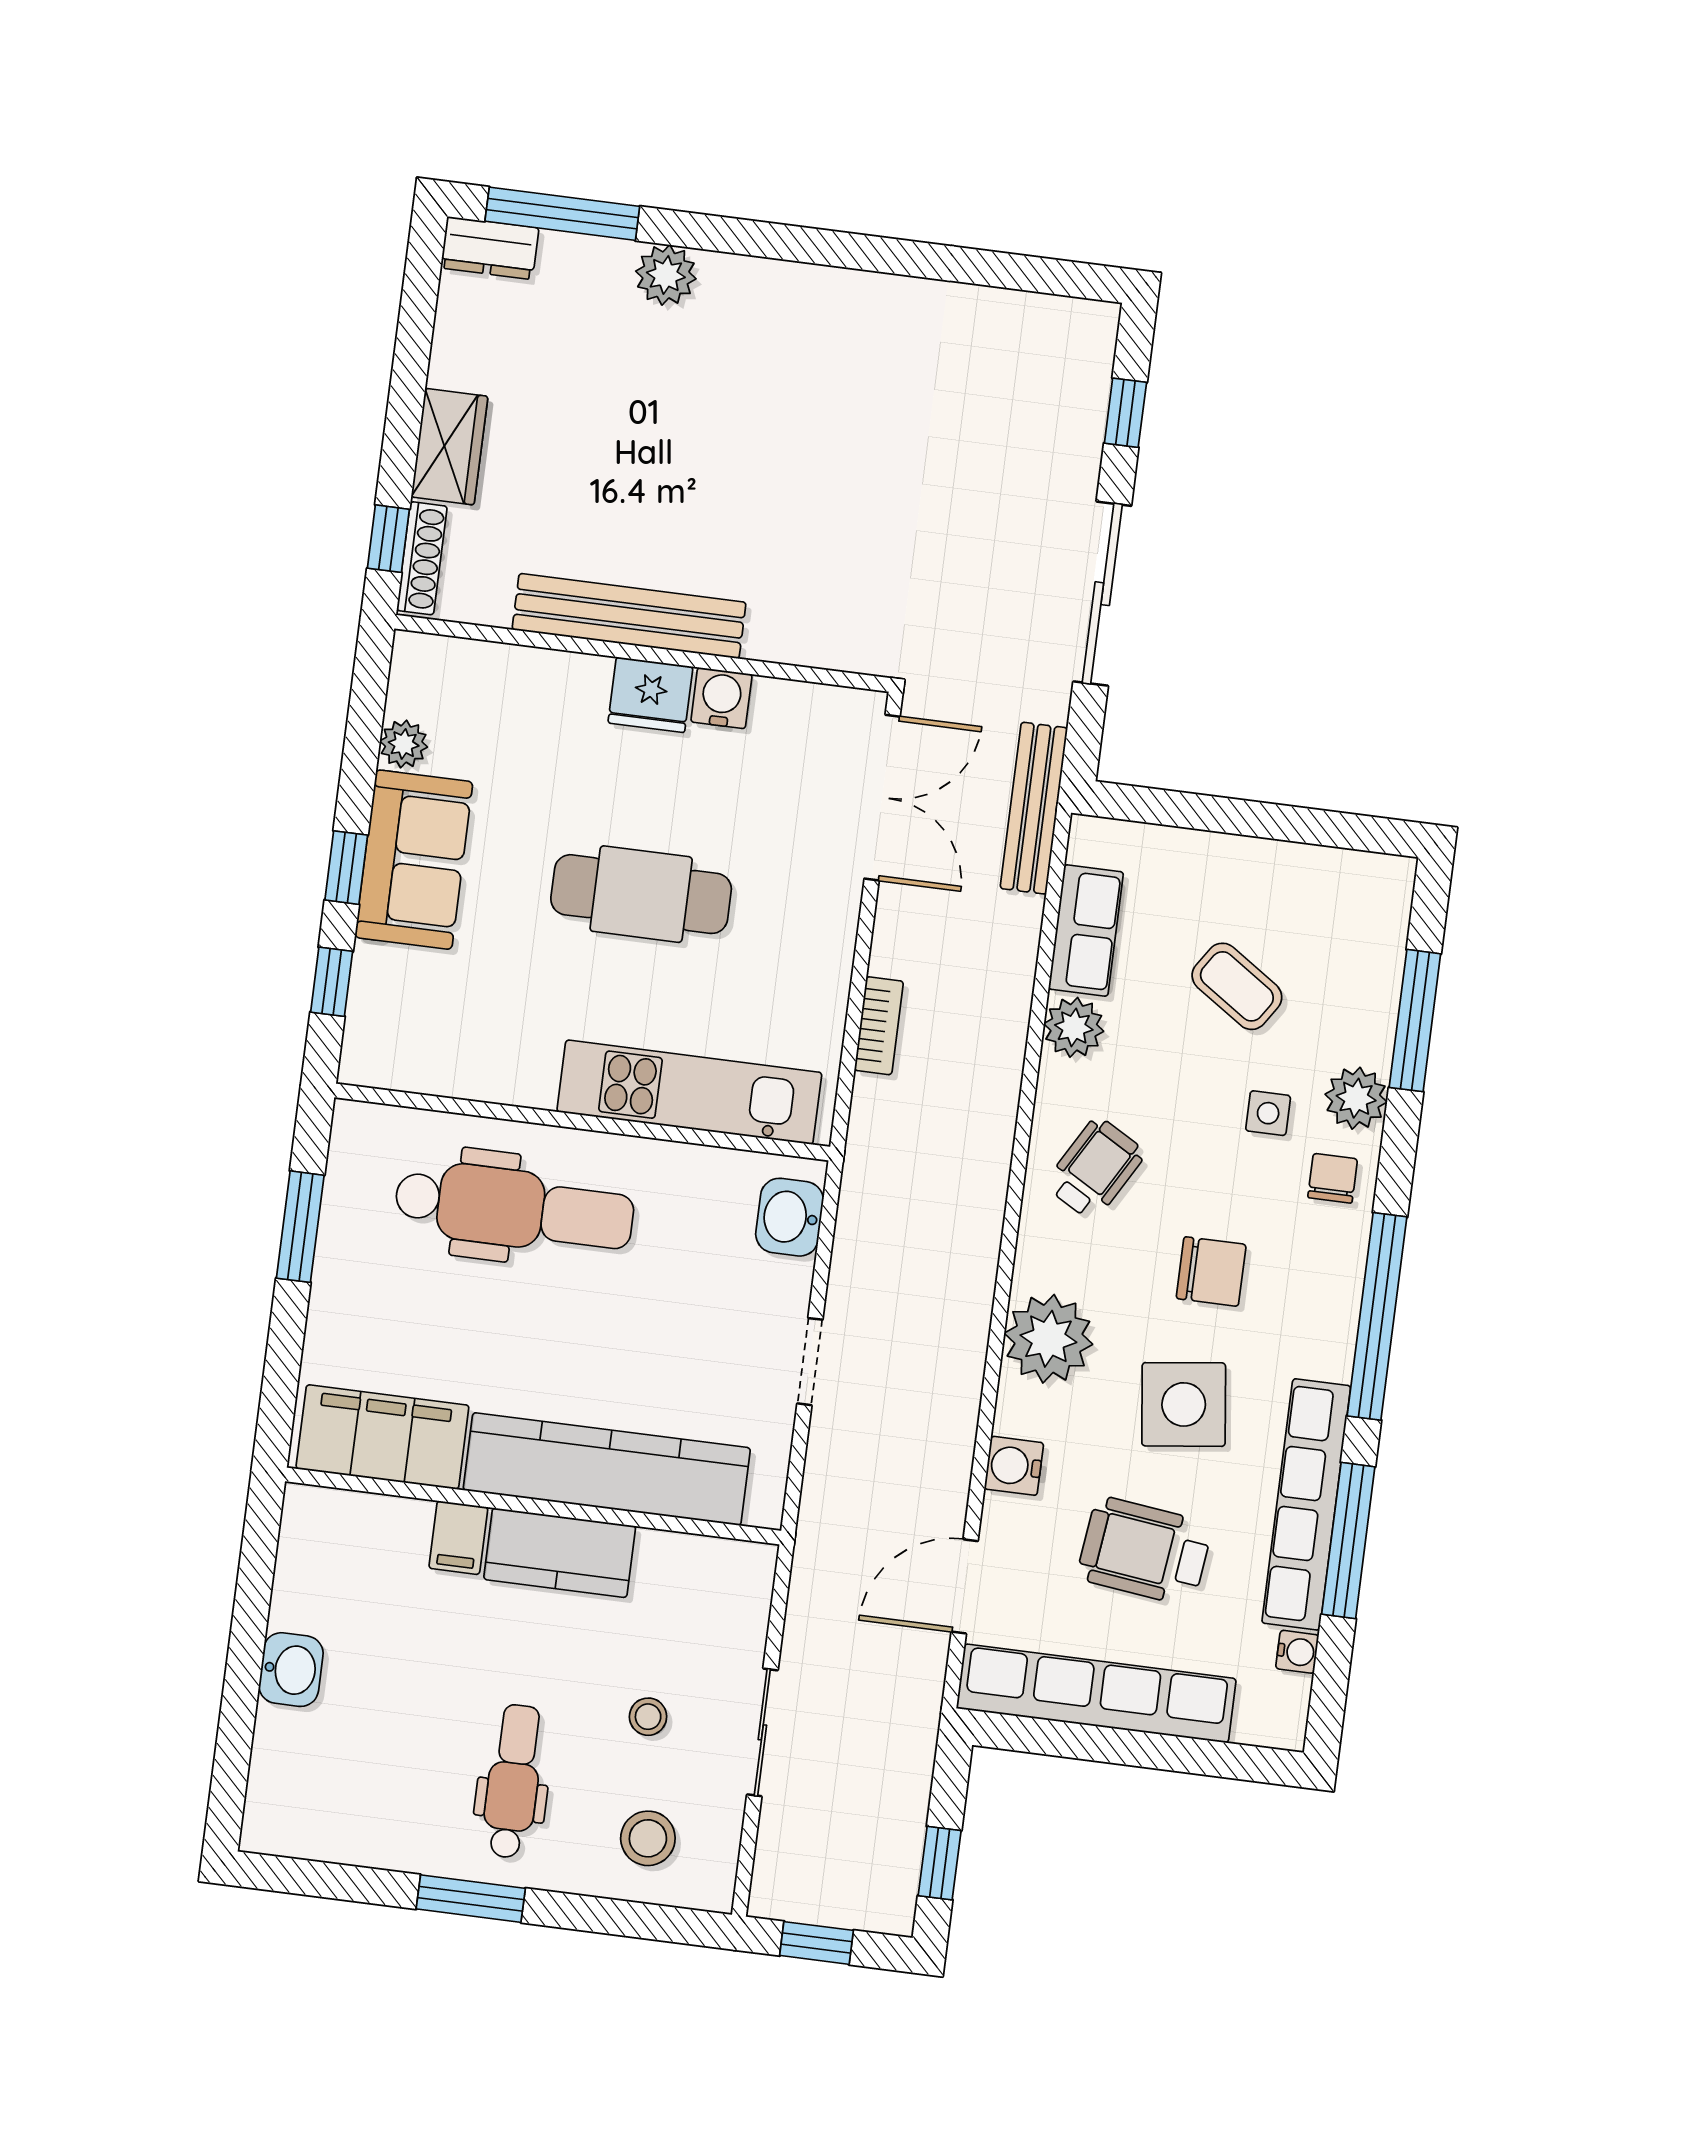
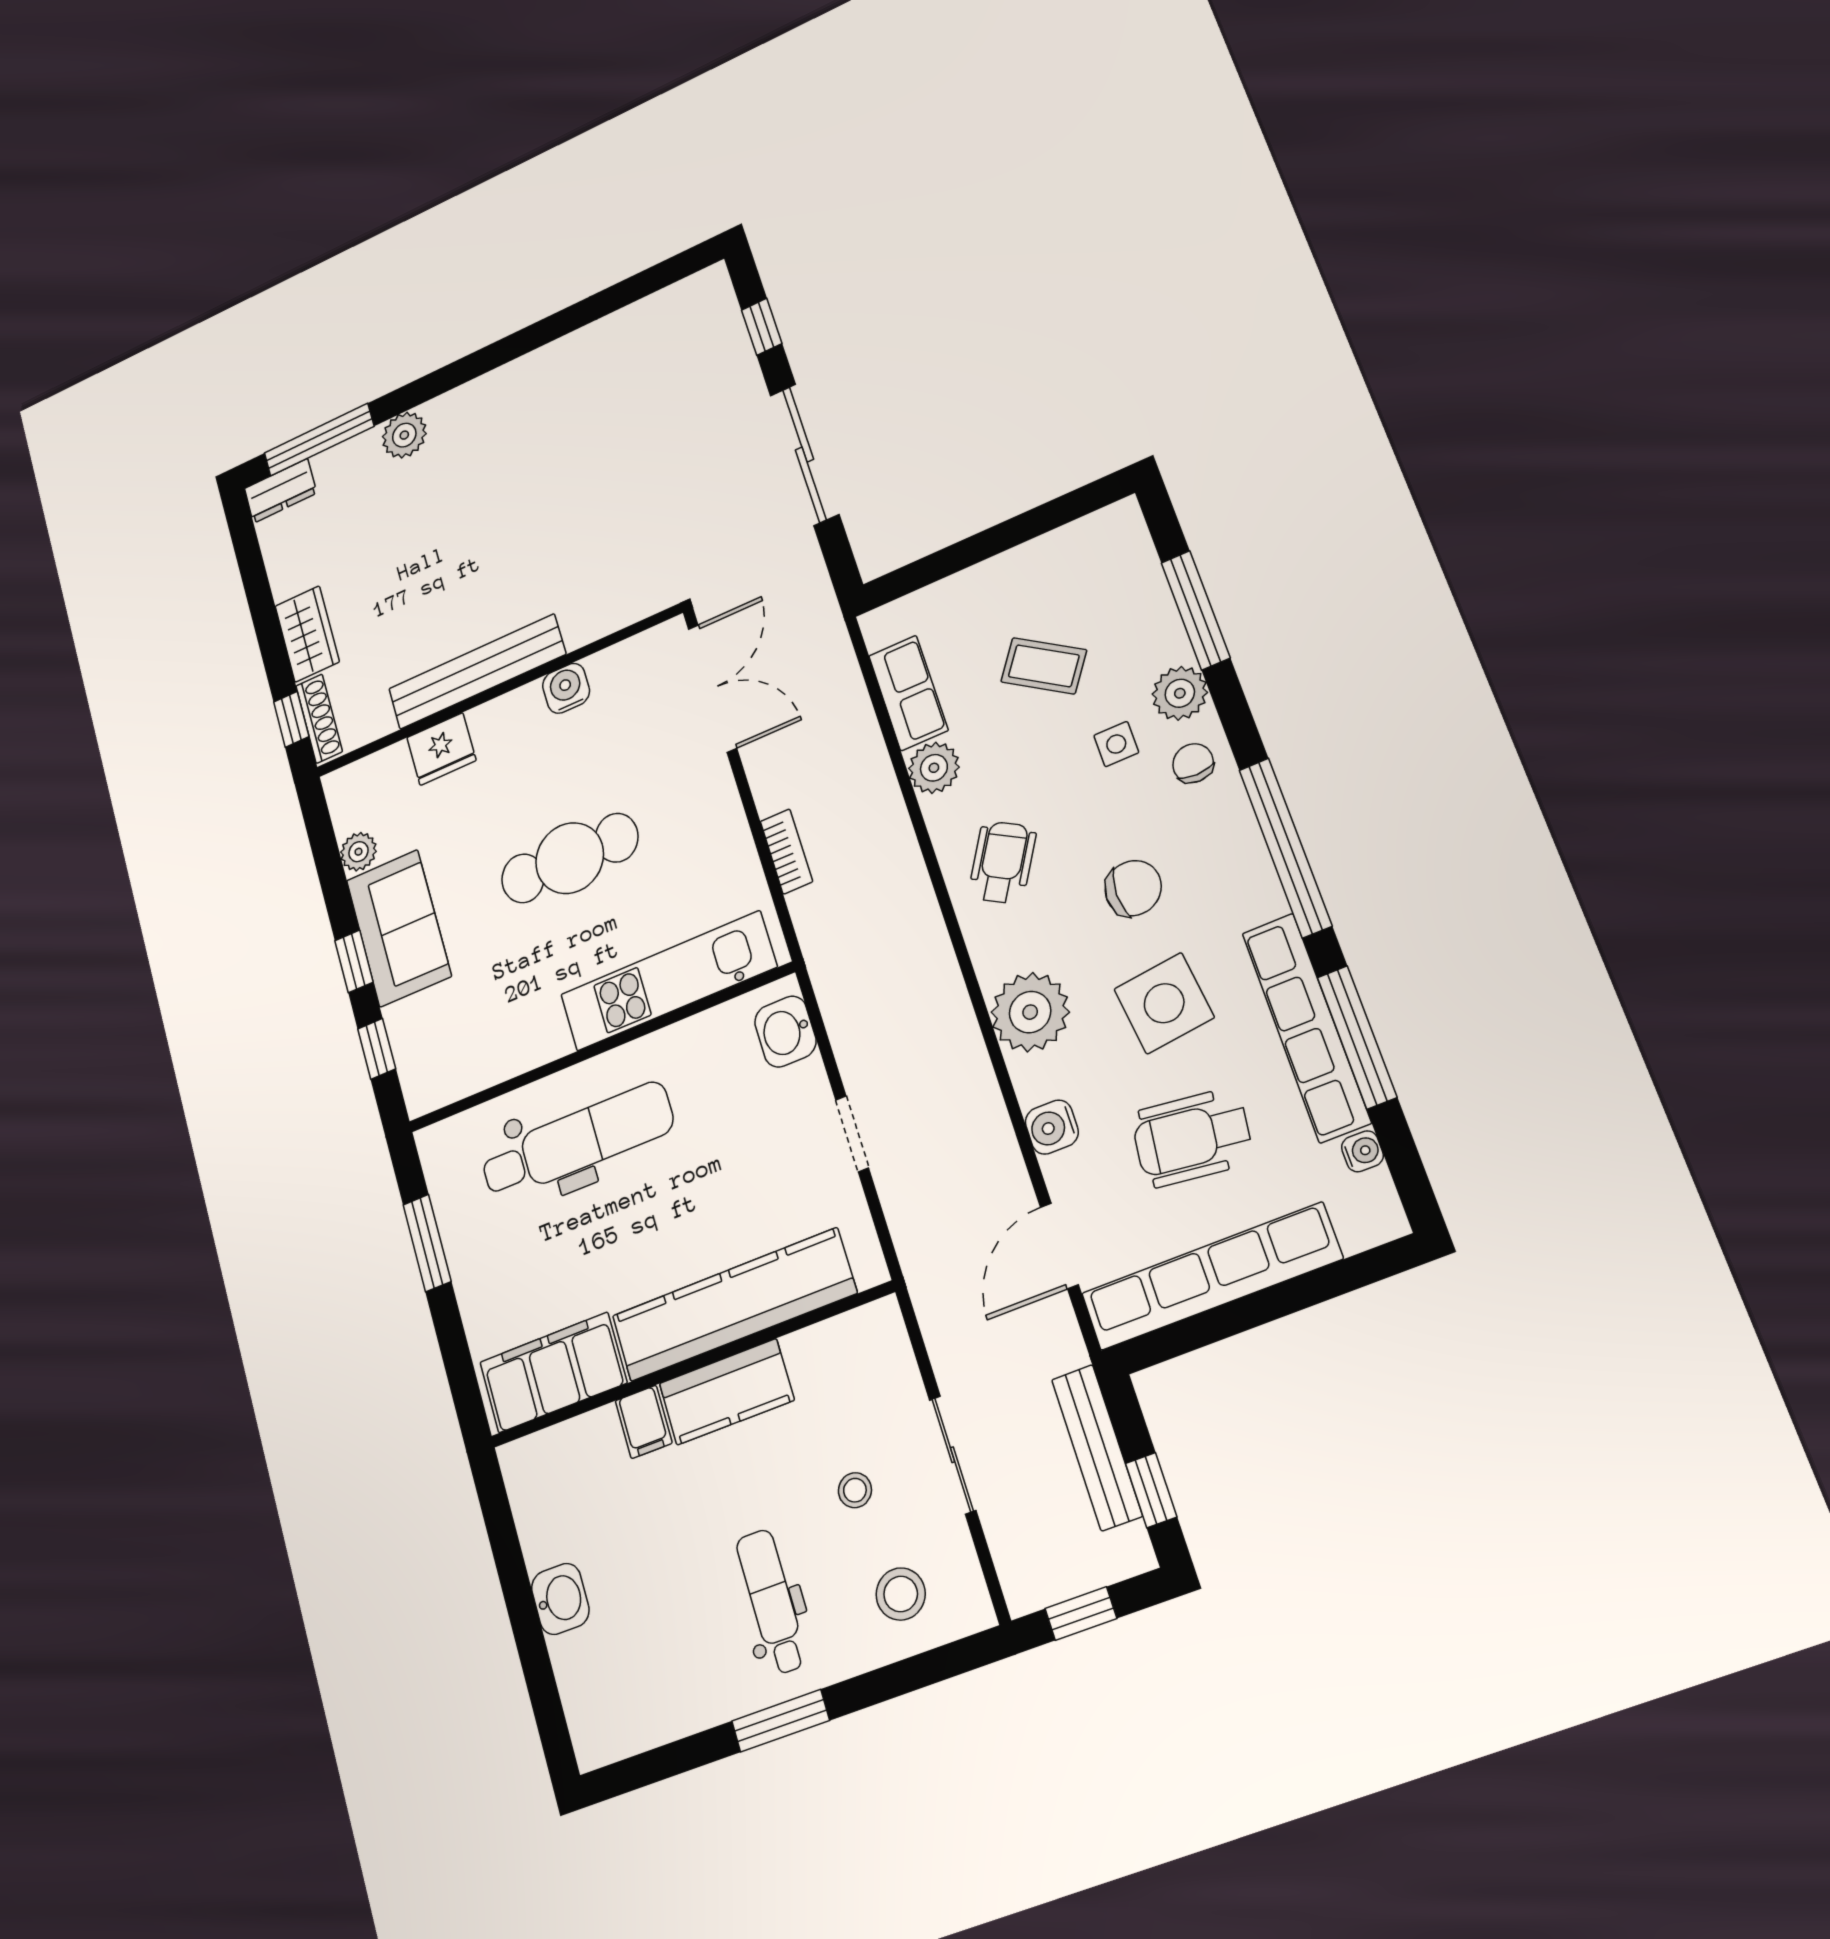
fridge: (650, 695) -> (441, 749), moved
bench: (1034, 808) -> (1097, 1447), moved

